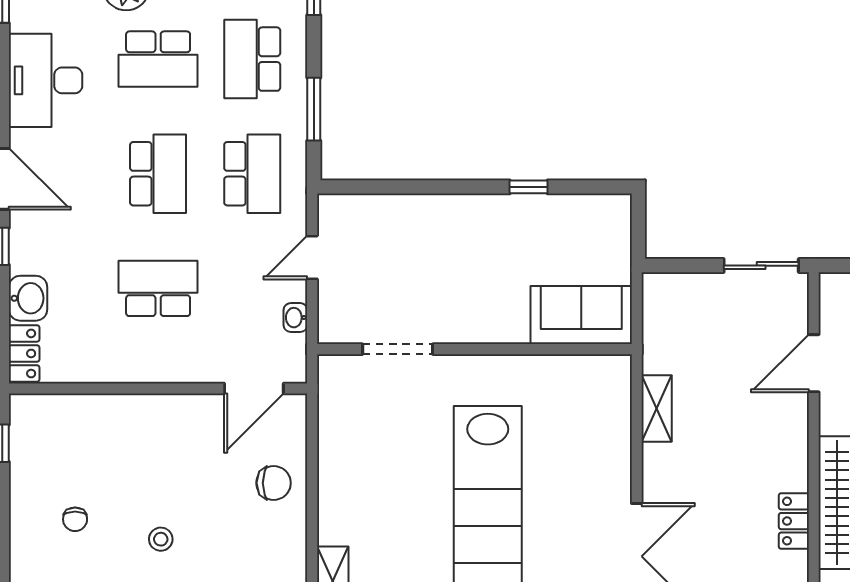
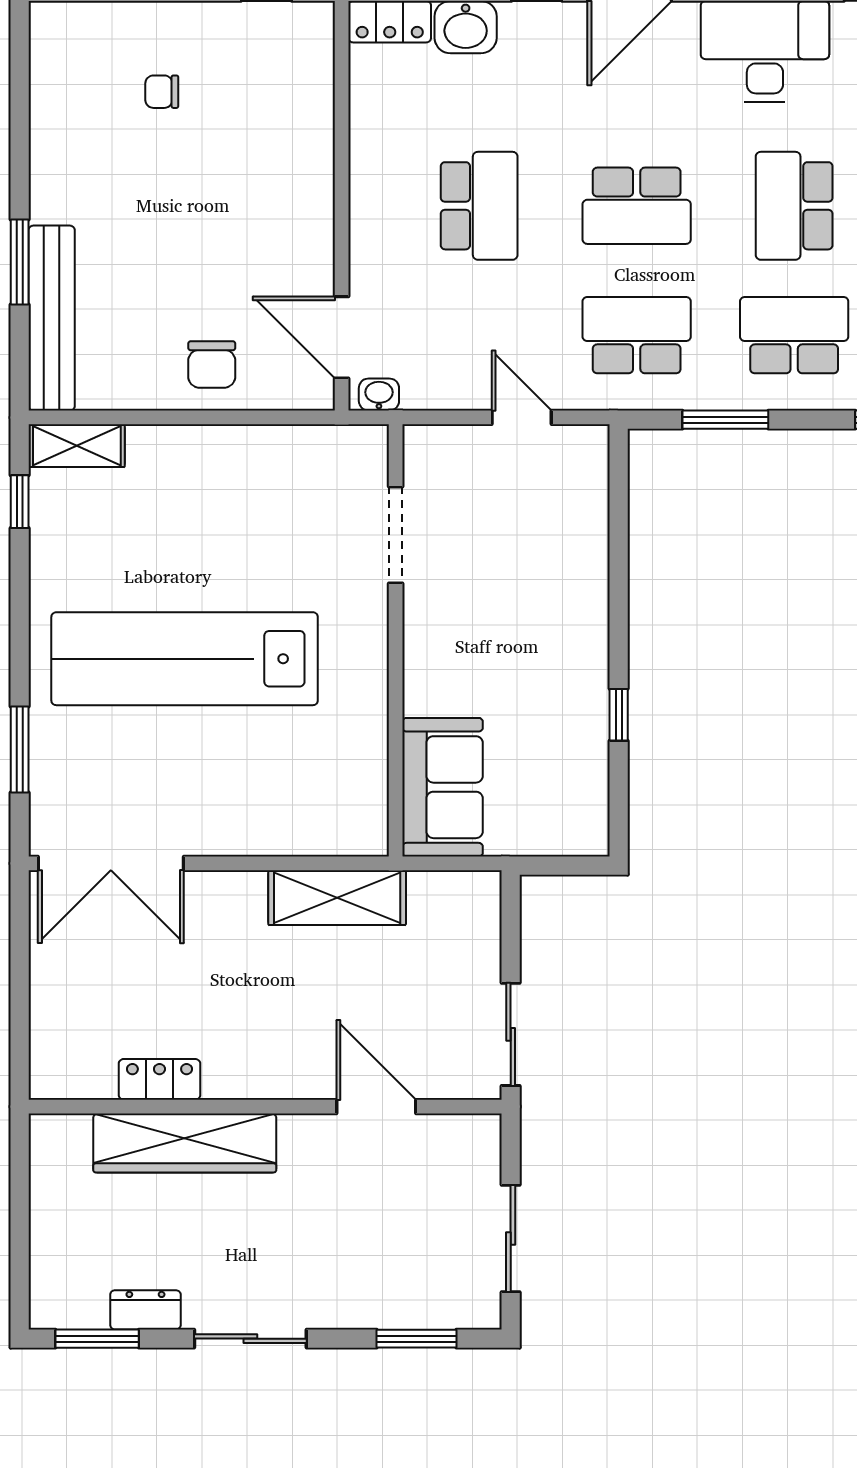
school desk: (252, 174) -> (637, 335), turned 180
washbasin: (295, 318) -> (379, 395), moved
shelving: (657, 408) -> (337, 898), width x1.50, depth x1.33
stool: (161, 539) -> (135, 209), removed

